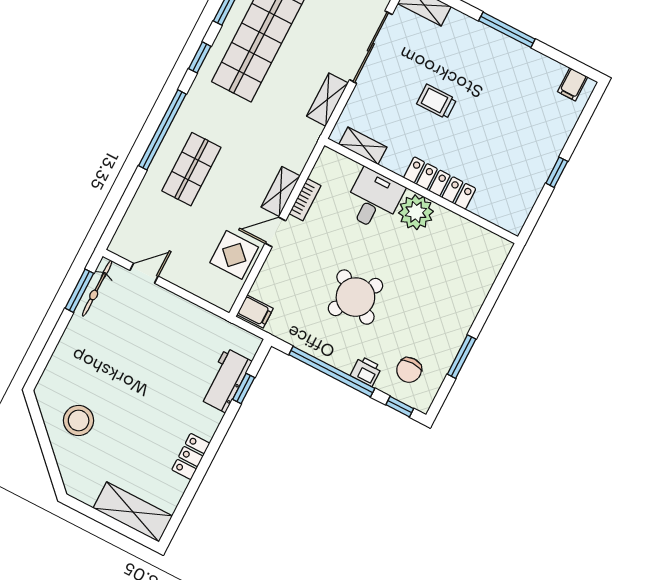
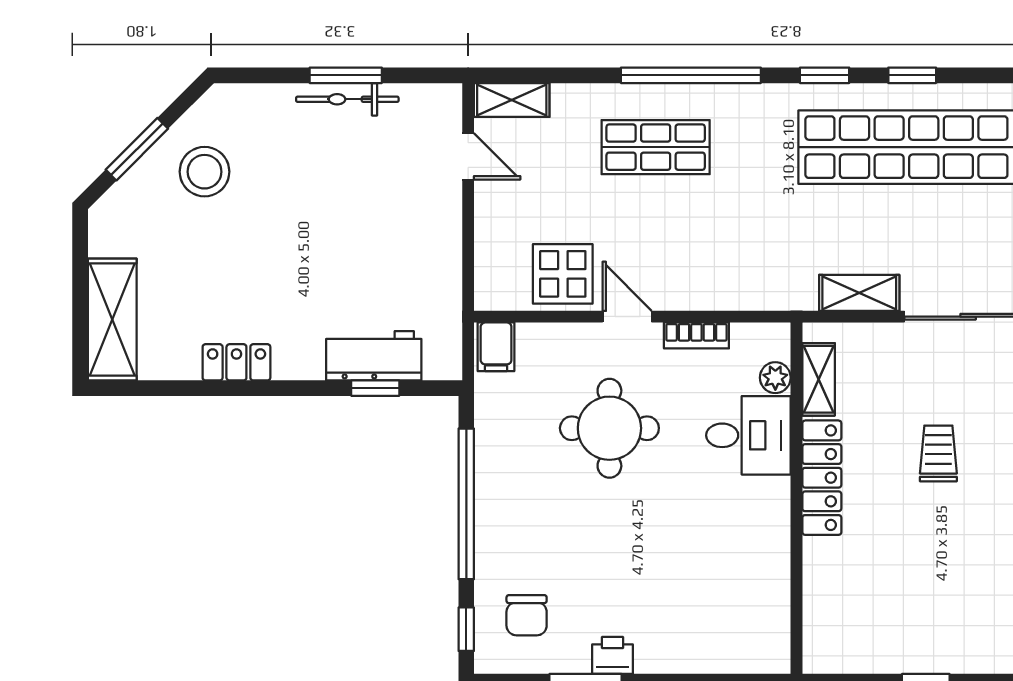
locker: (440, 183) -> (822, 478), moved
shelving: (281, 192) -> (512, 100), moved
plant: (416, 212) -> (775, 378), moved, width x0.53, depth x0.53
bicycle: (97, 288) -> (347, 99), moved
window: (79, 291) -> (346, 75), moved
round table: (355, 297) -> (609, 428), moved, turned -33
chair: (409, 370) -> (527, 615), turned -90
printer: (366, 371) -> (612, 655), moved, turned -90
window: (47, 451) -> (137, 149), added

